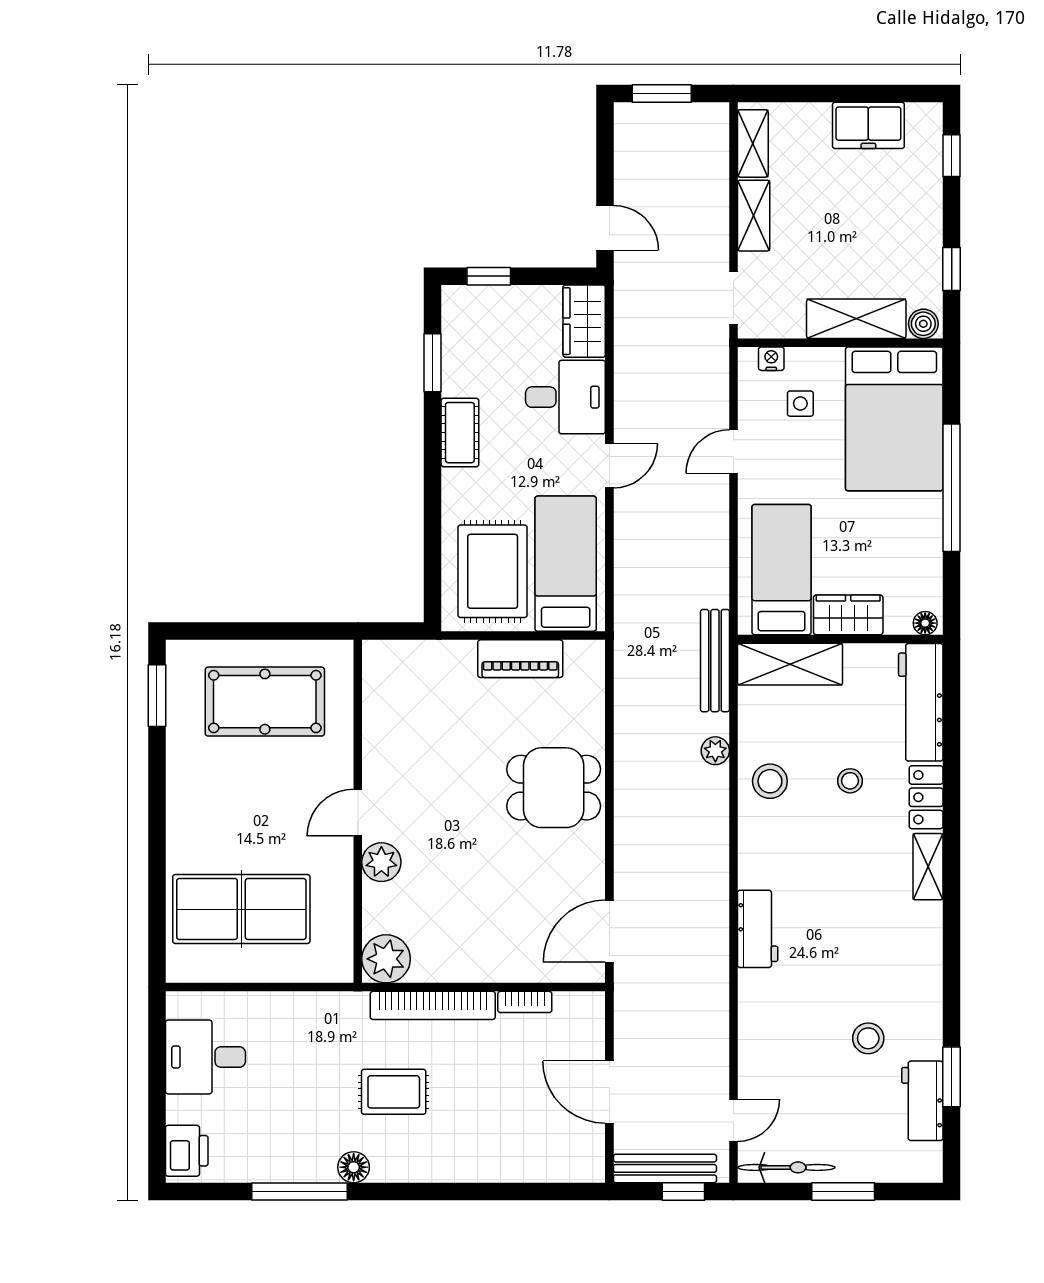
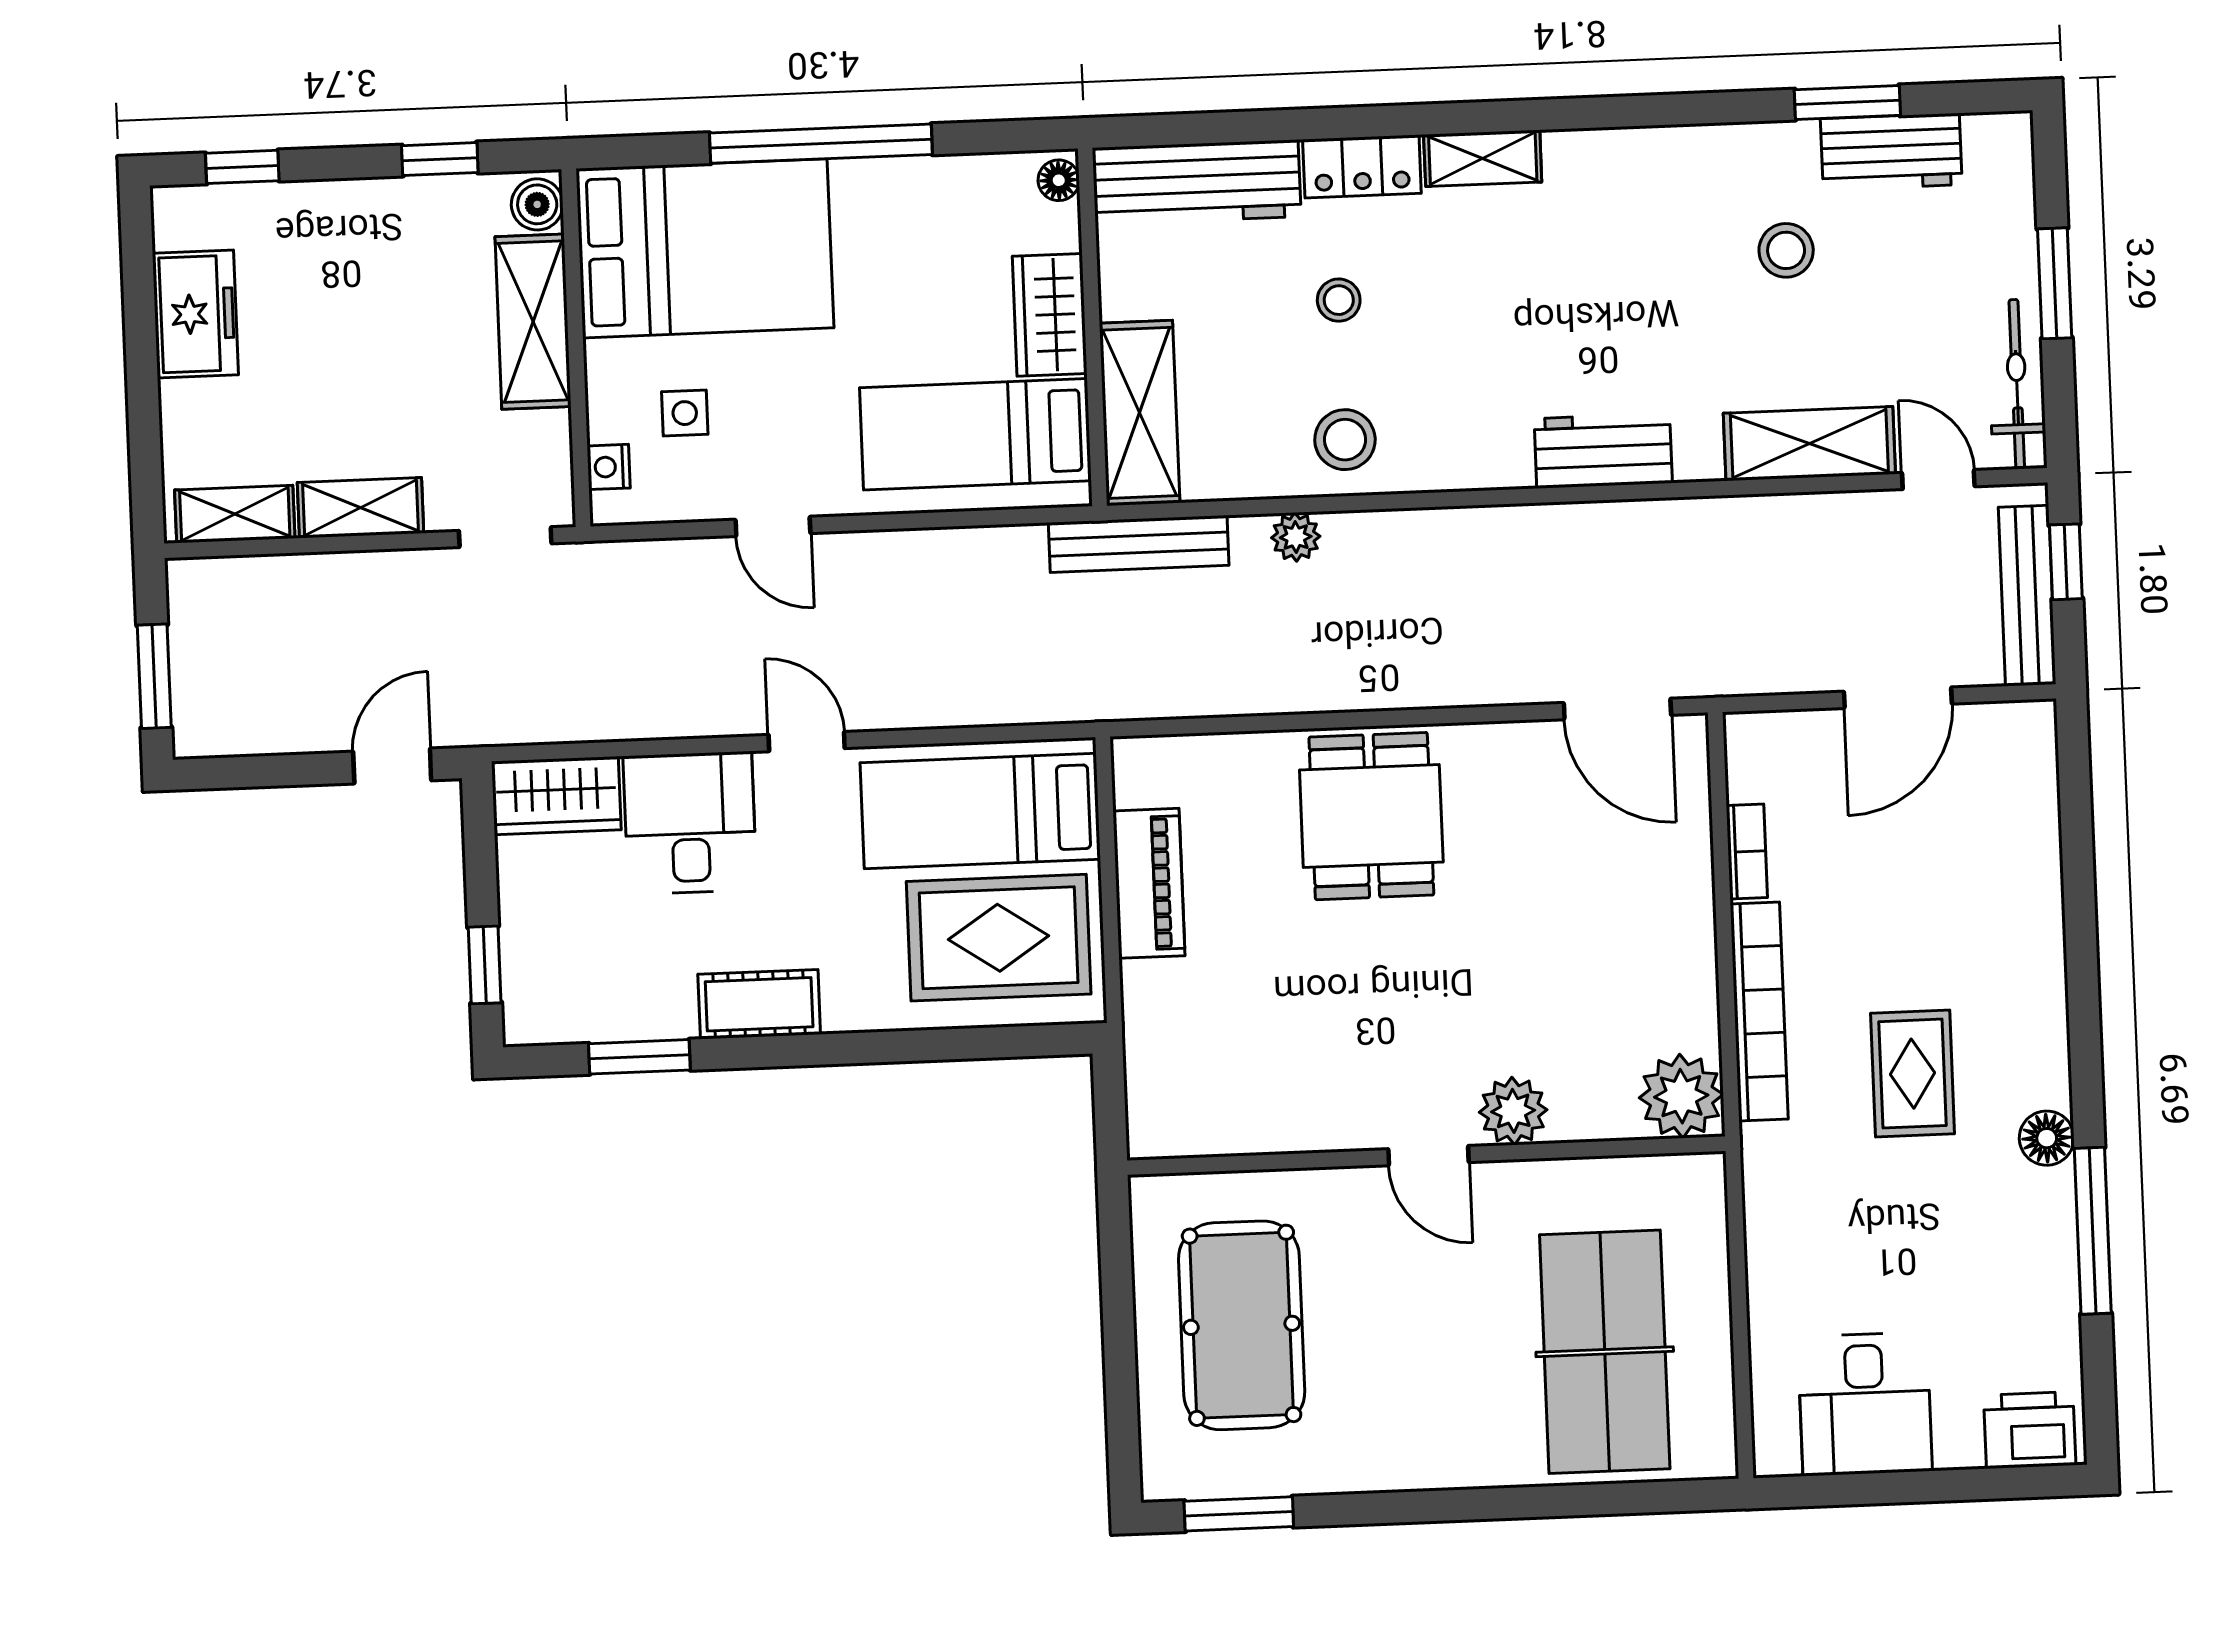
shelving: (757, 1047) -> (1809, 444), added

